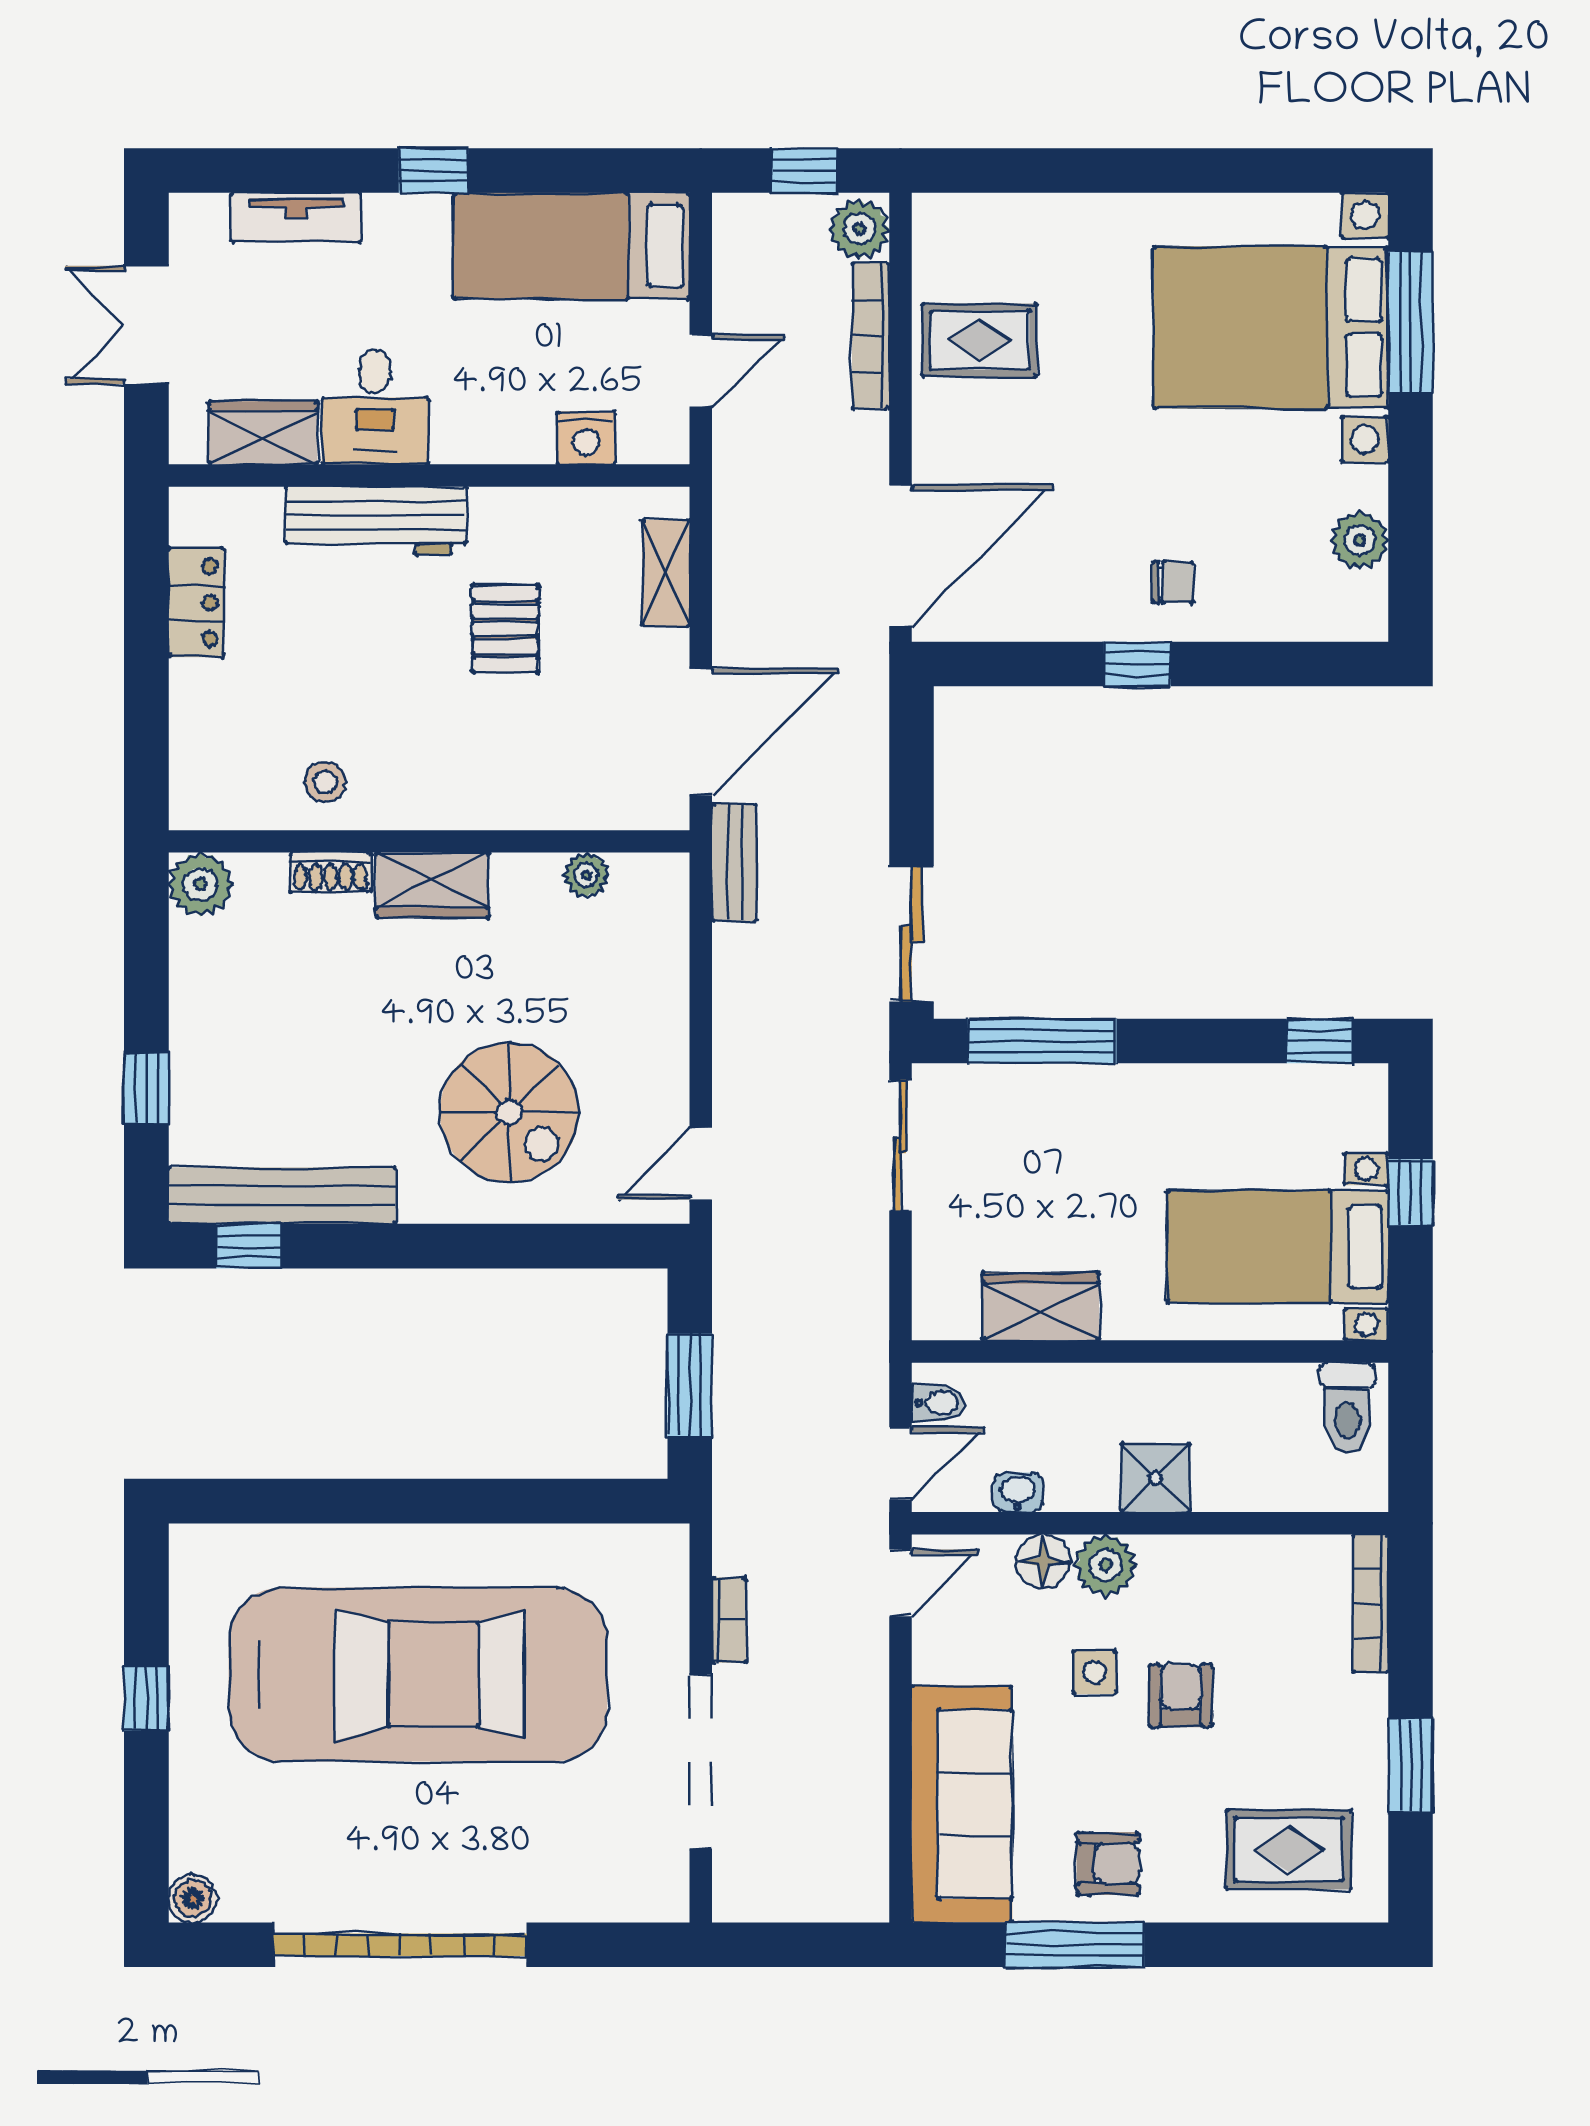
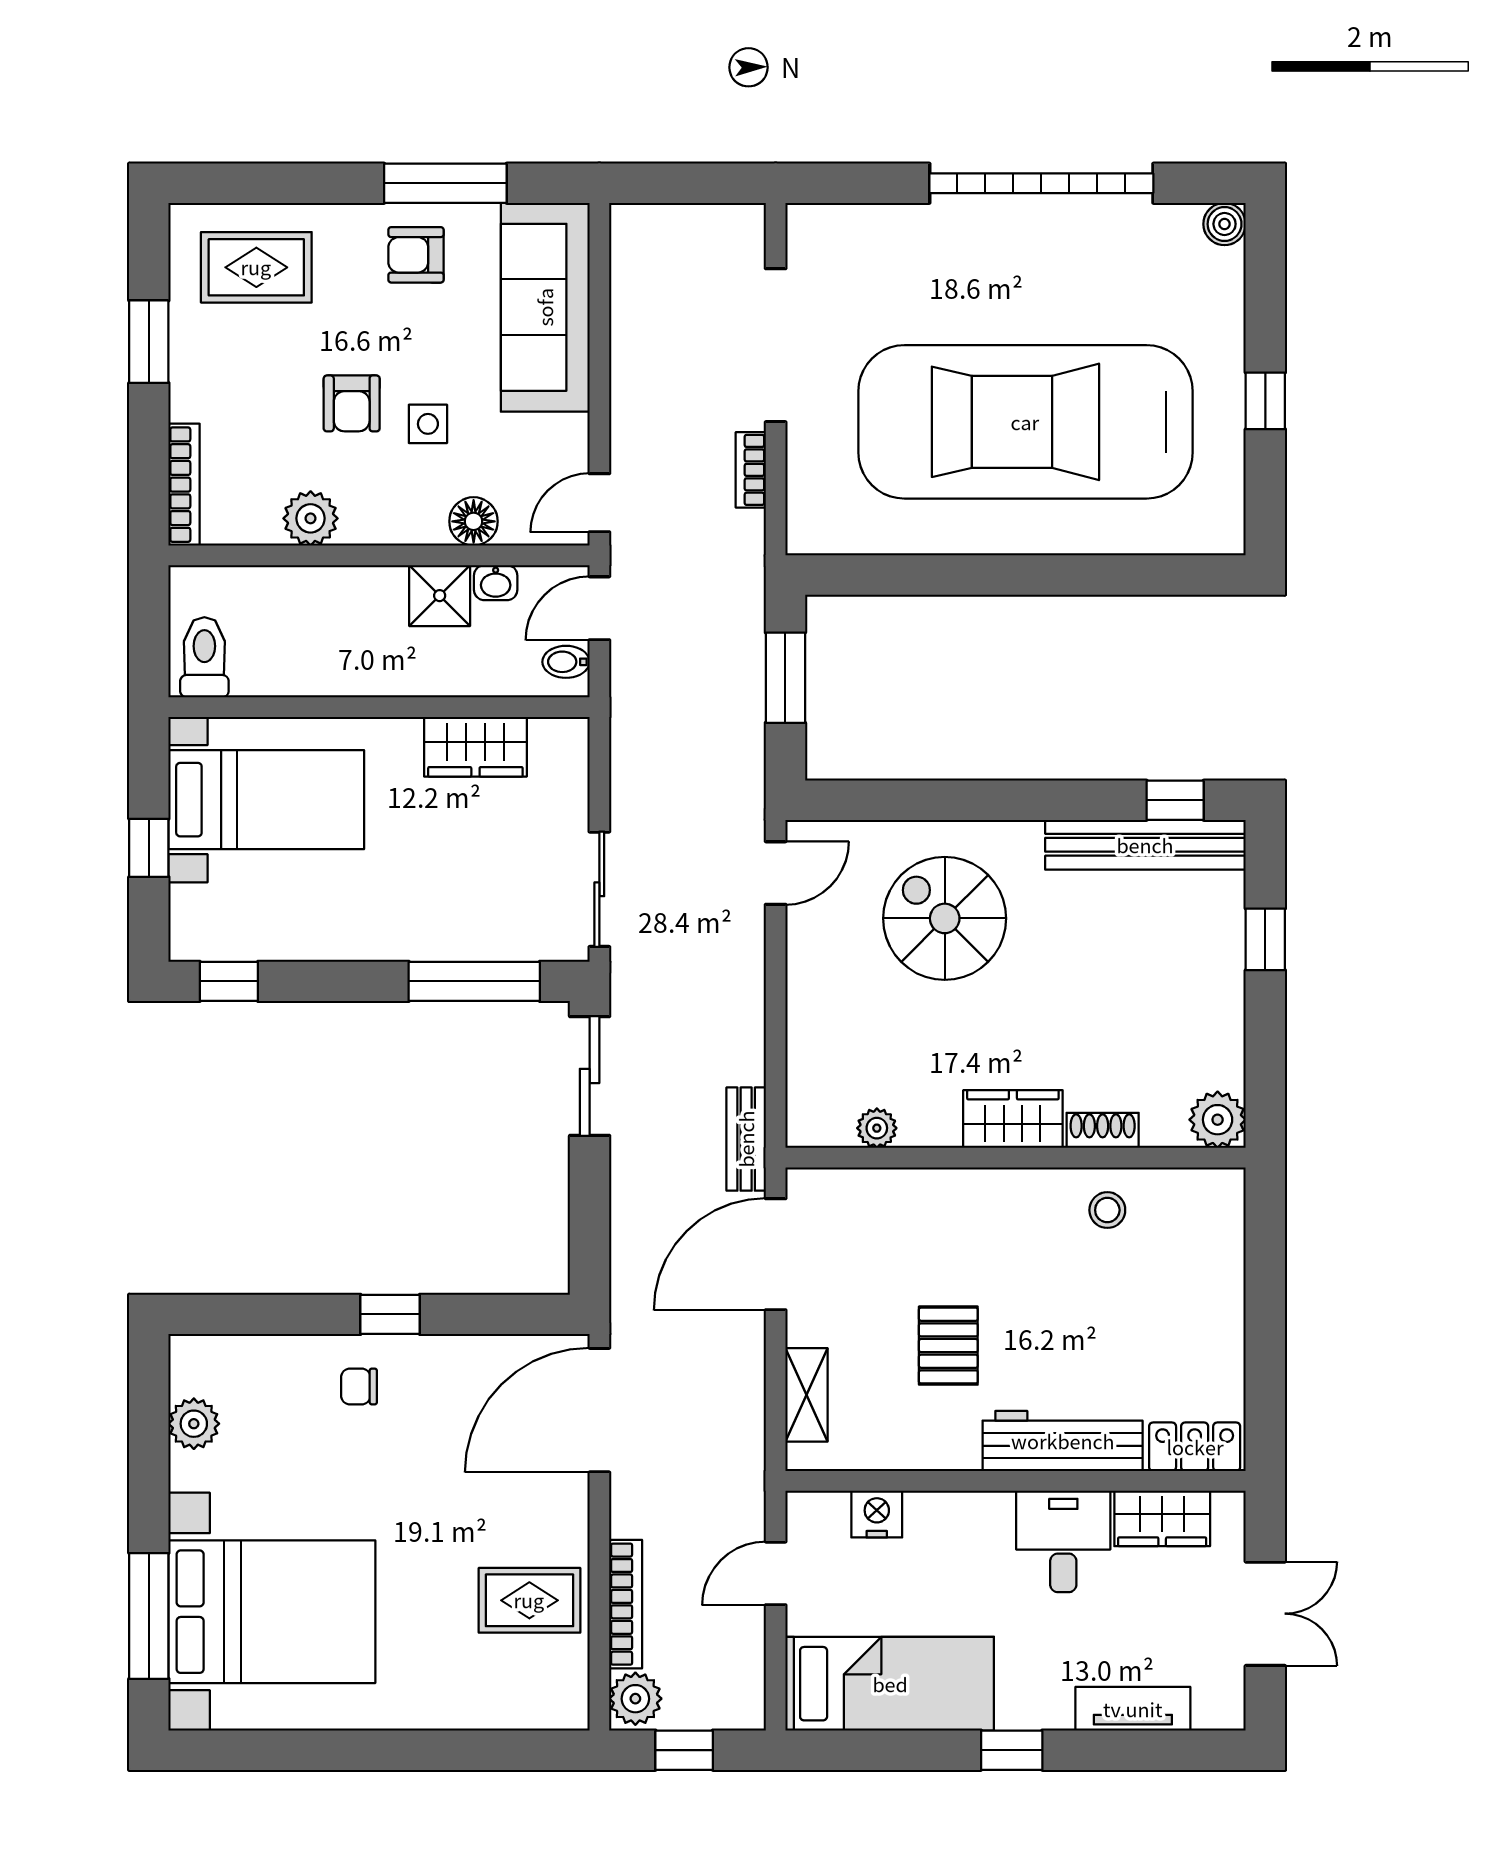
locker: (196, 603) -> (1195, 1447), moved, turned 90
shower: (1155, 1478) -> (440, 596), moved
plant: (1106, 1565) -> (311, 518), moved

